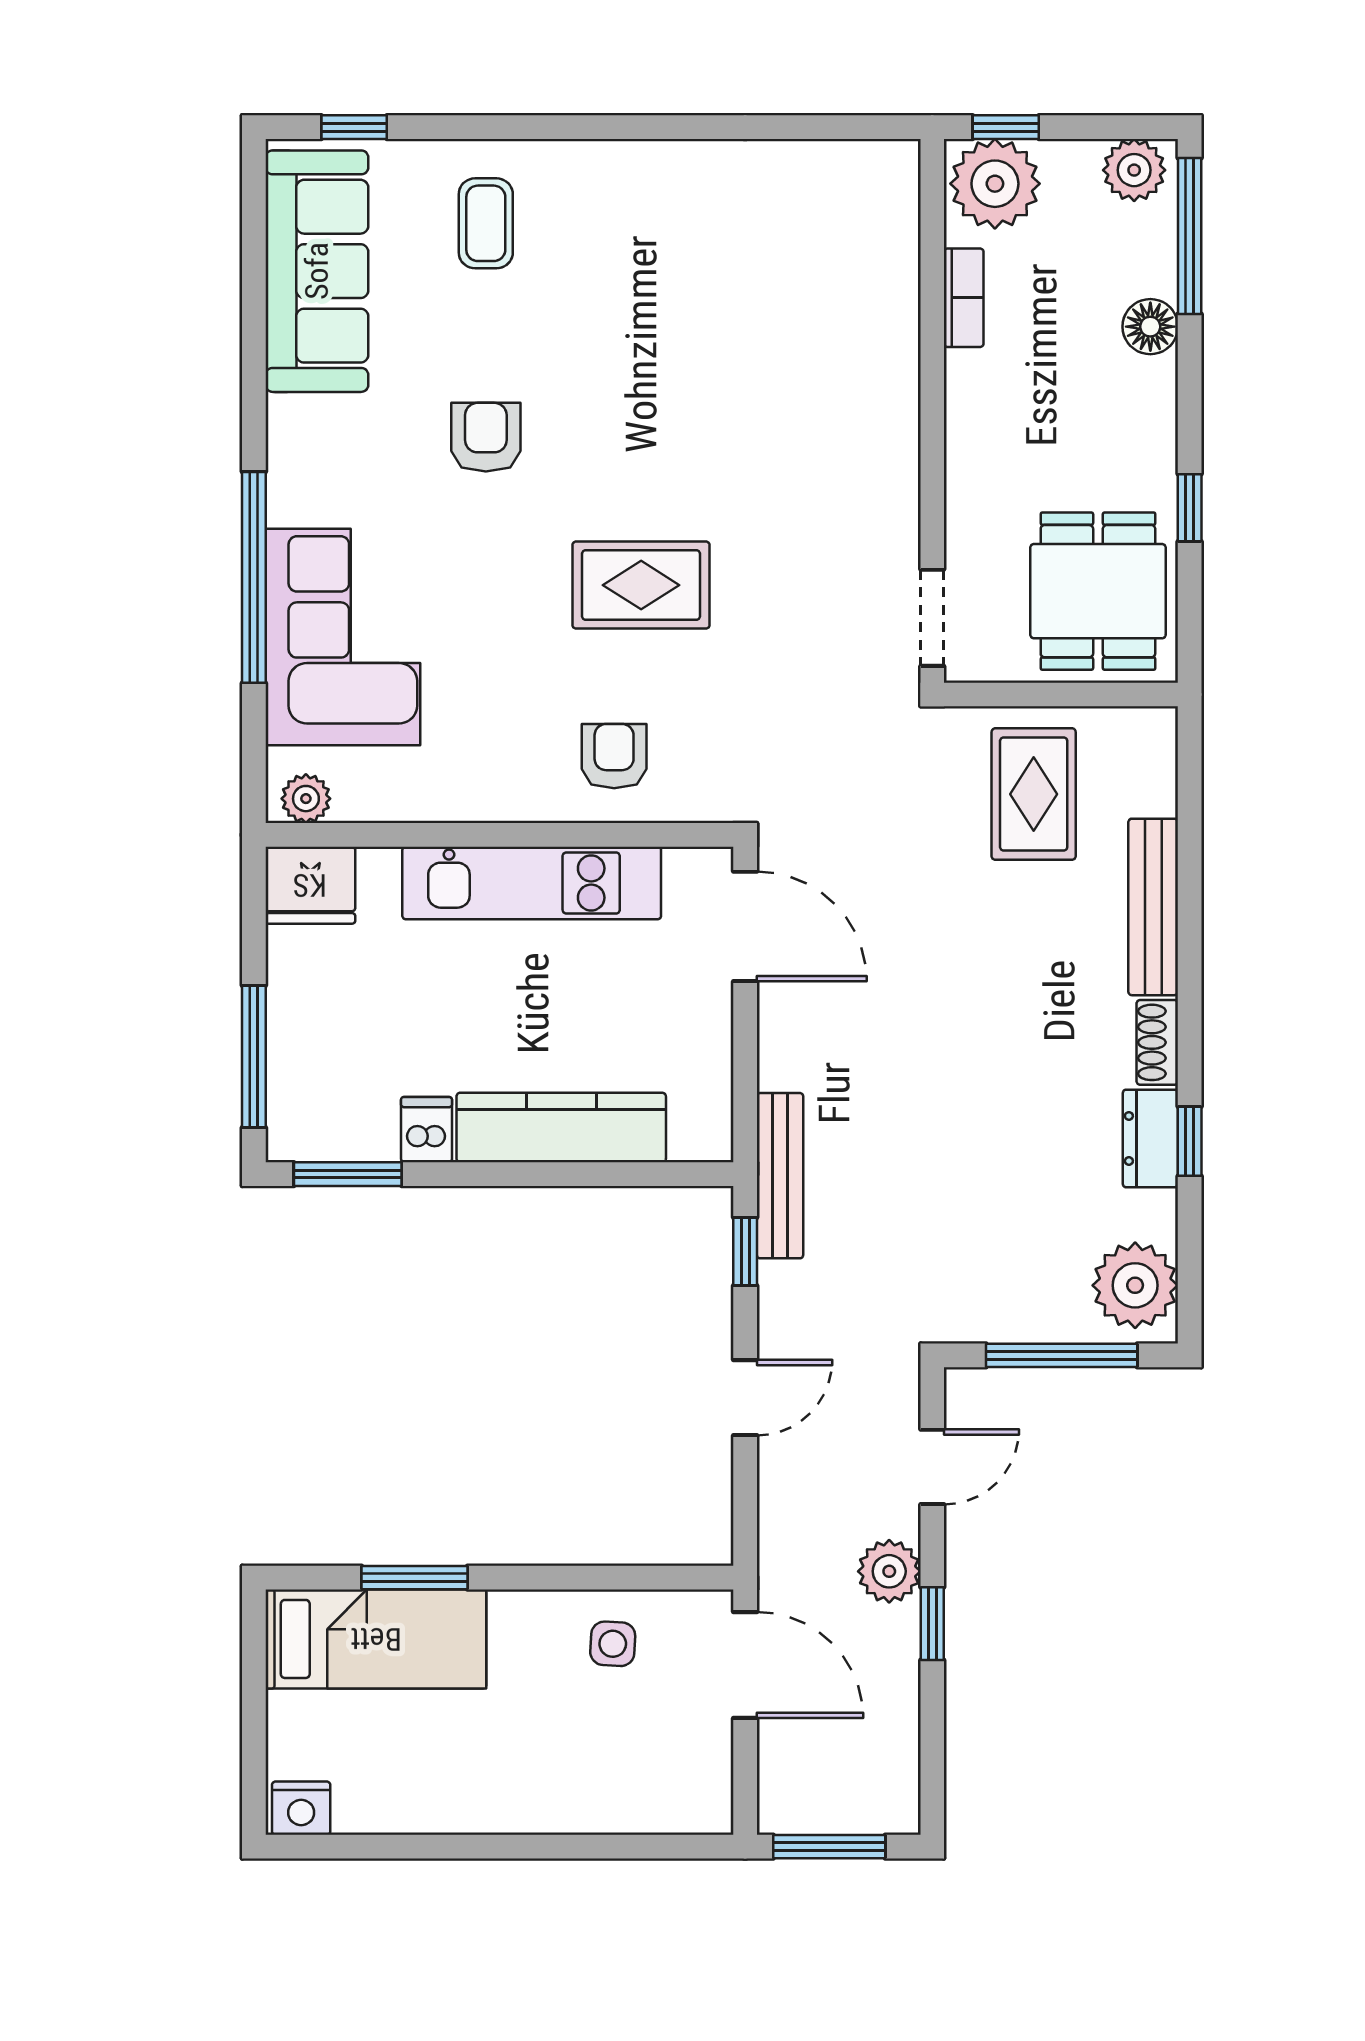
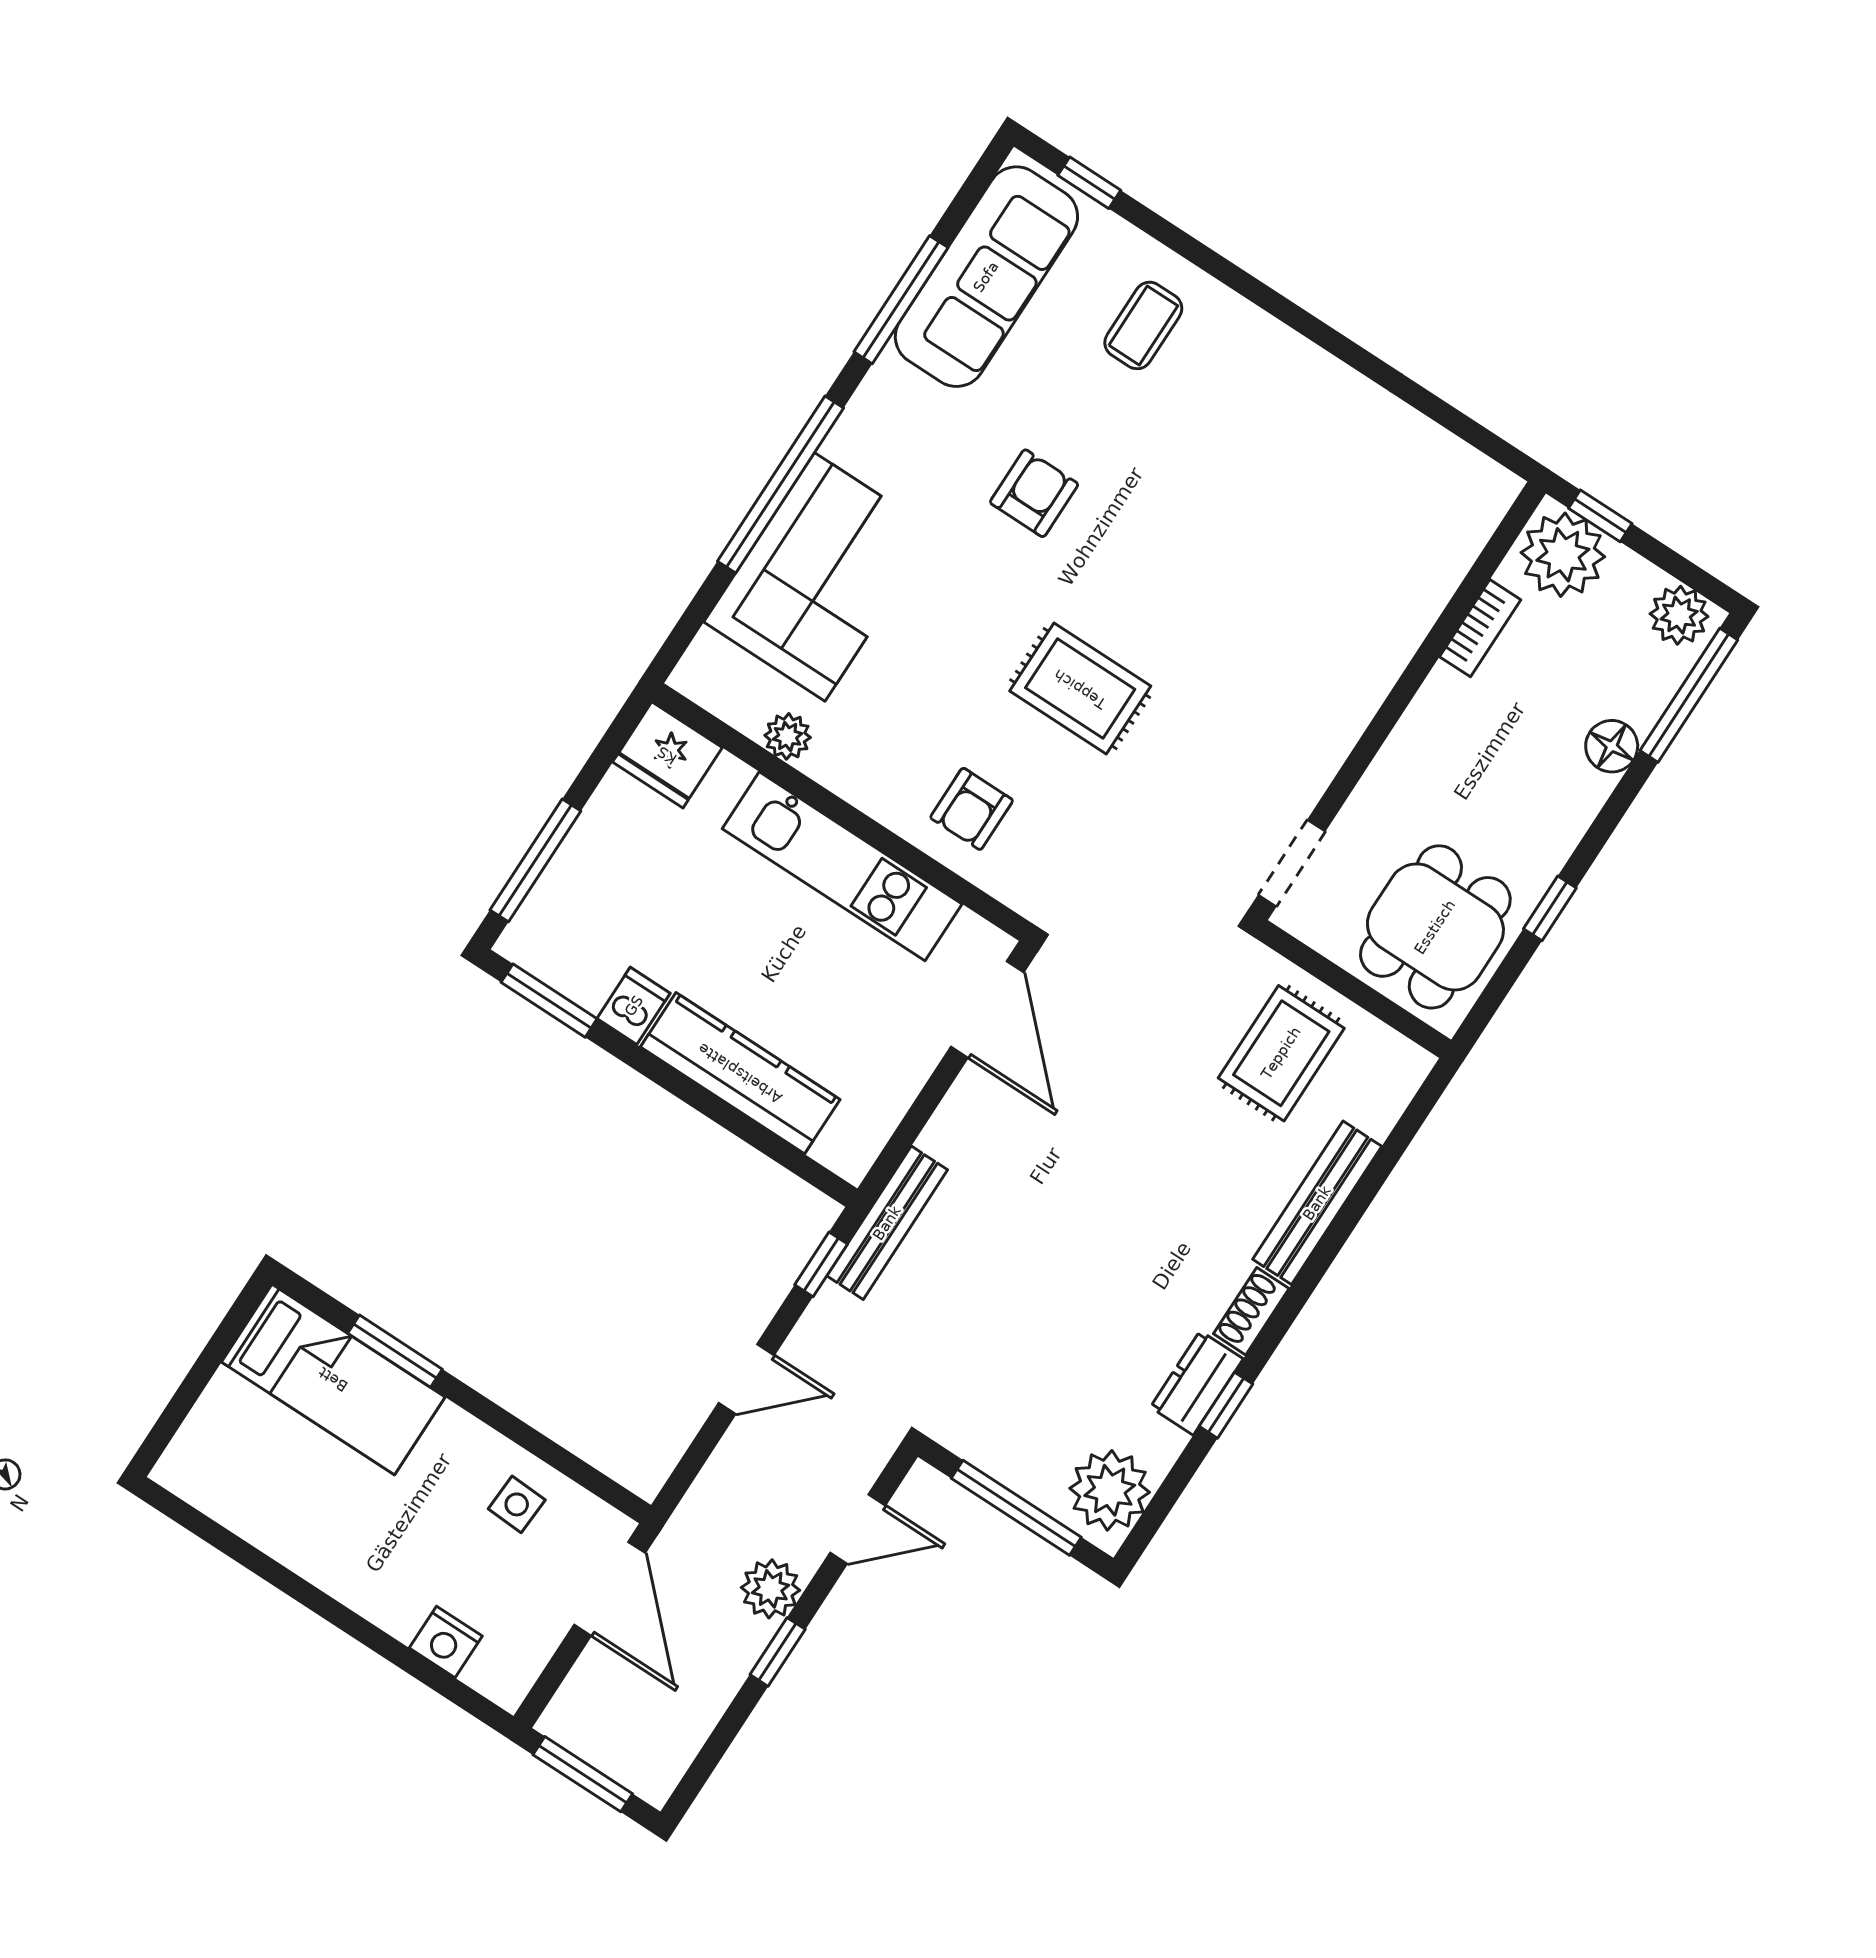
window: (254, 342) -> (901, 300), added
armchair: (614, 756) -> (972, 809), turned 180
plant: (306, 799) -> (788, 736), moved
nightstand: (301, 1808) -> (446, 1642), moved

